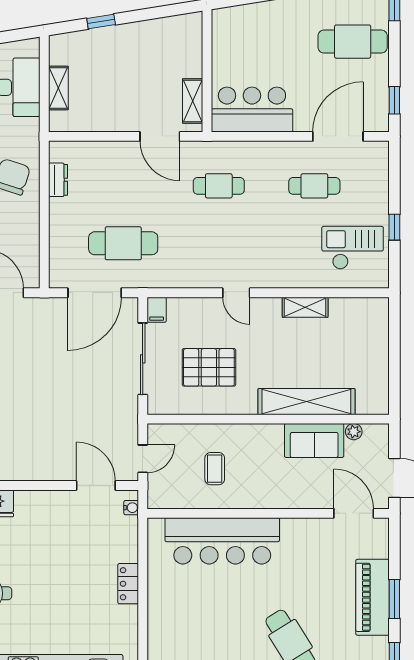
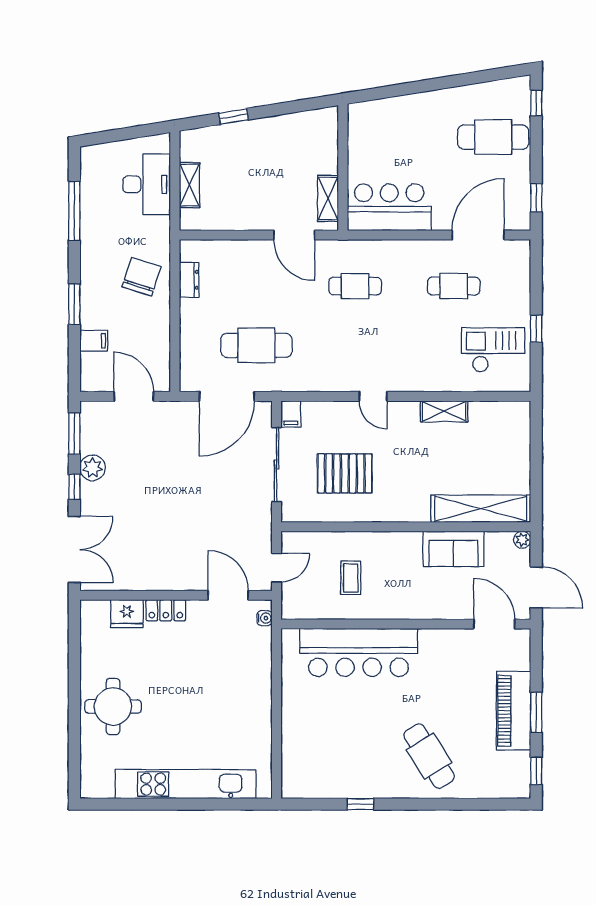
shelving: (306, 402) -> (481, 509), moved
plant: (354, 432) -> (522, 540), moved
locker: (128, 584) -> (166, 610), moved, turned -90

